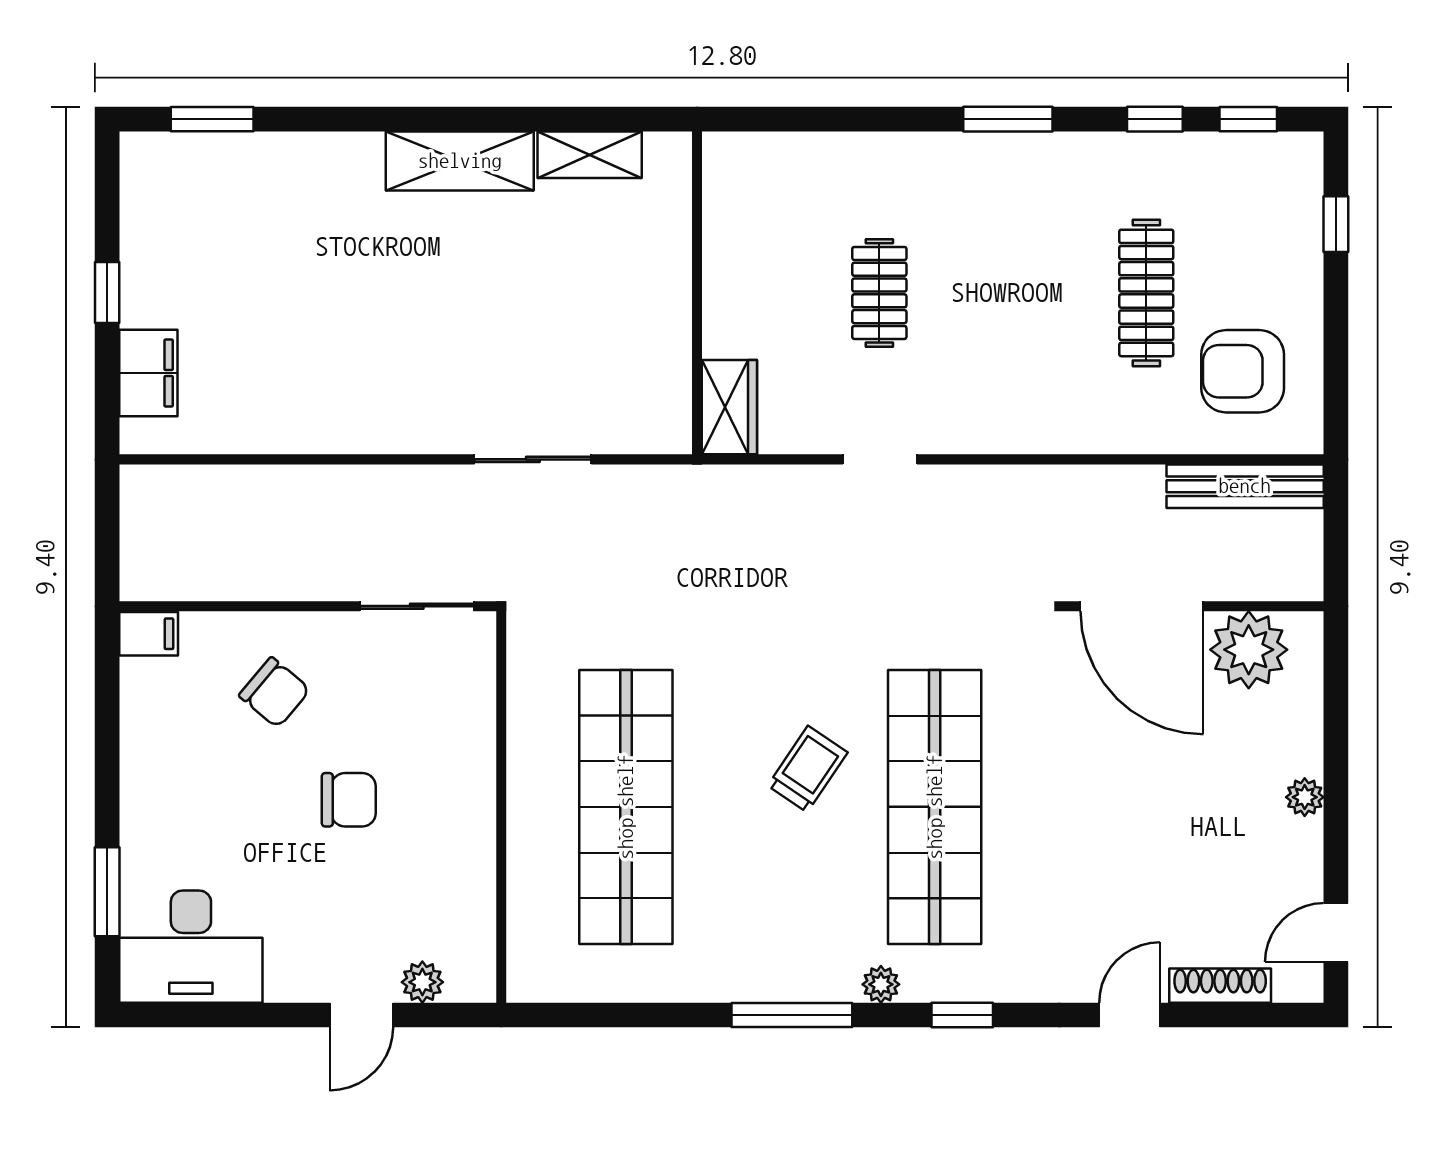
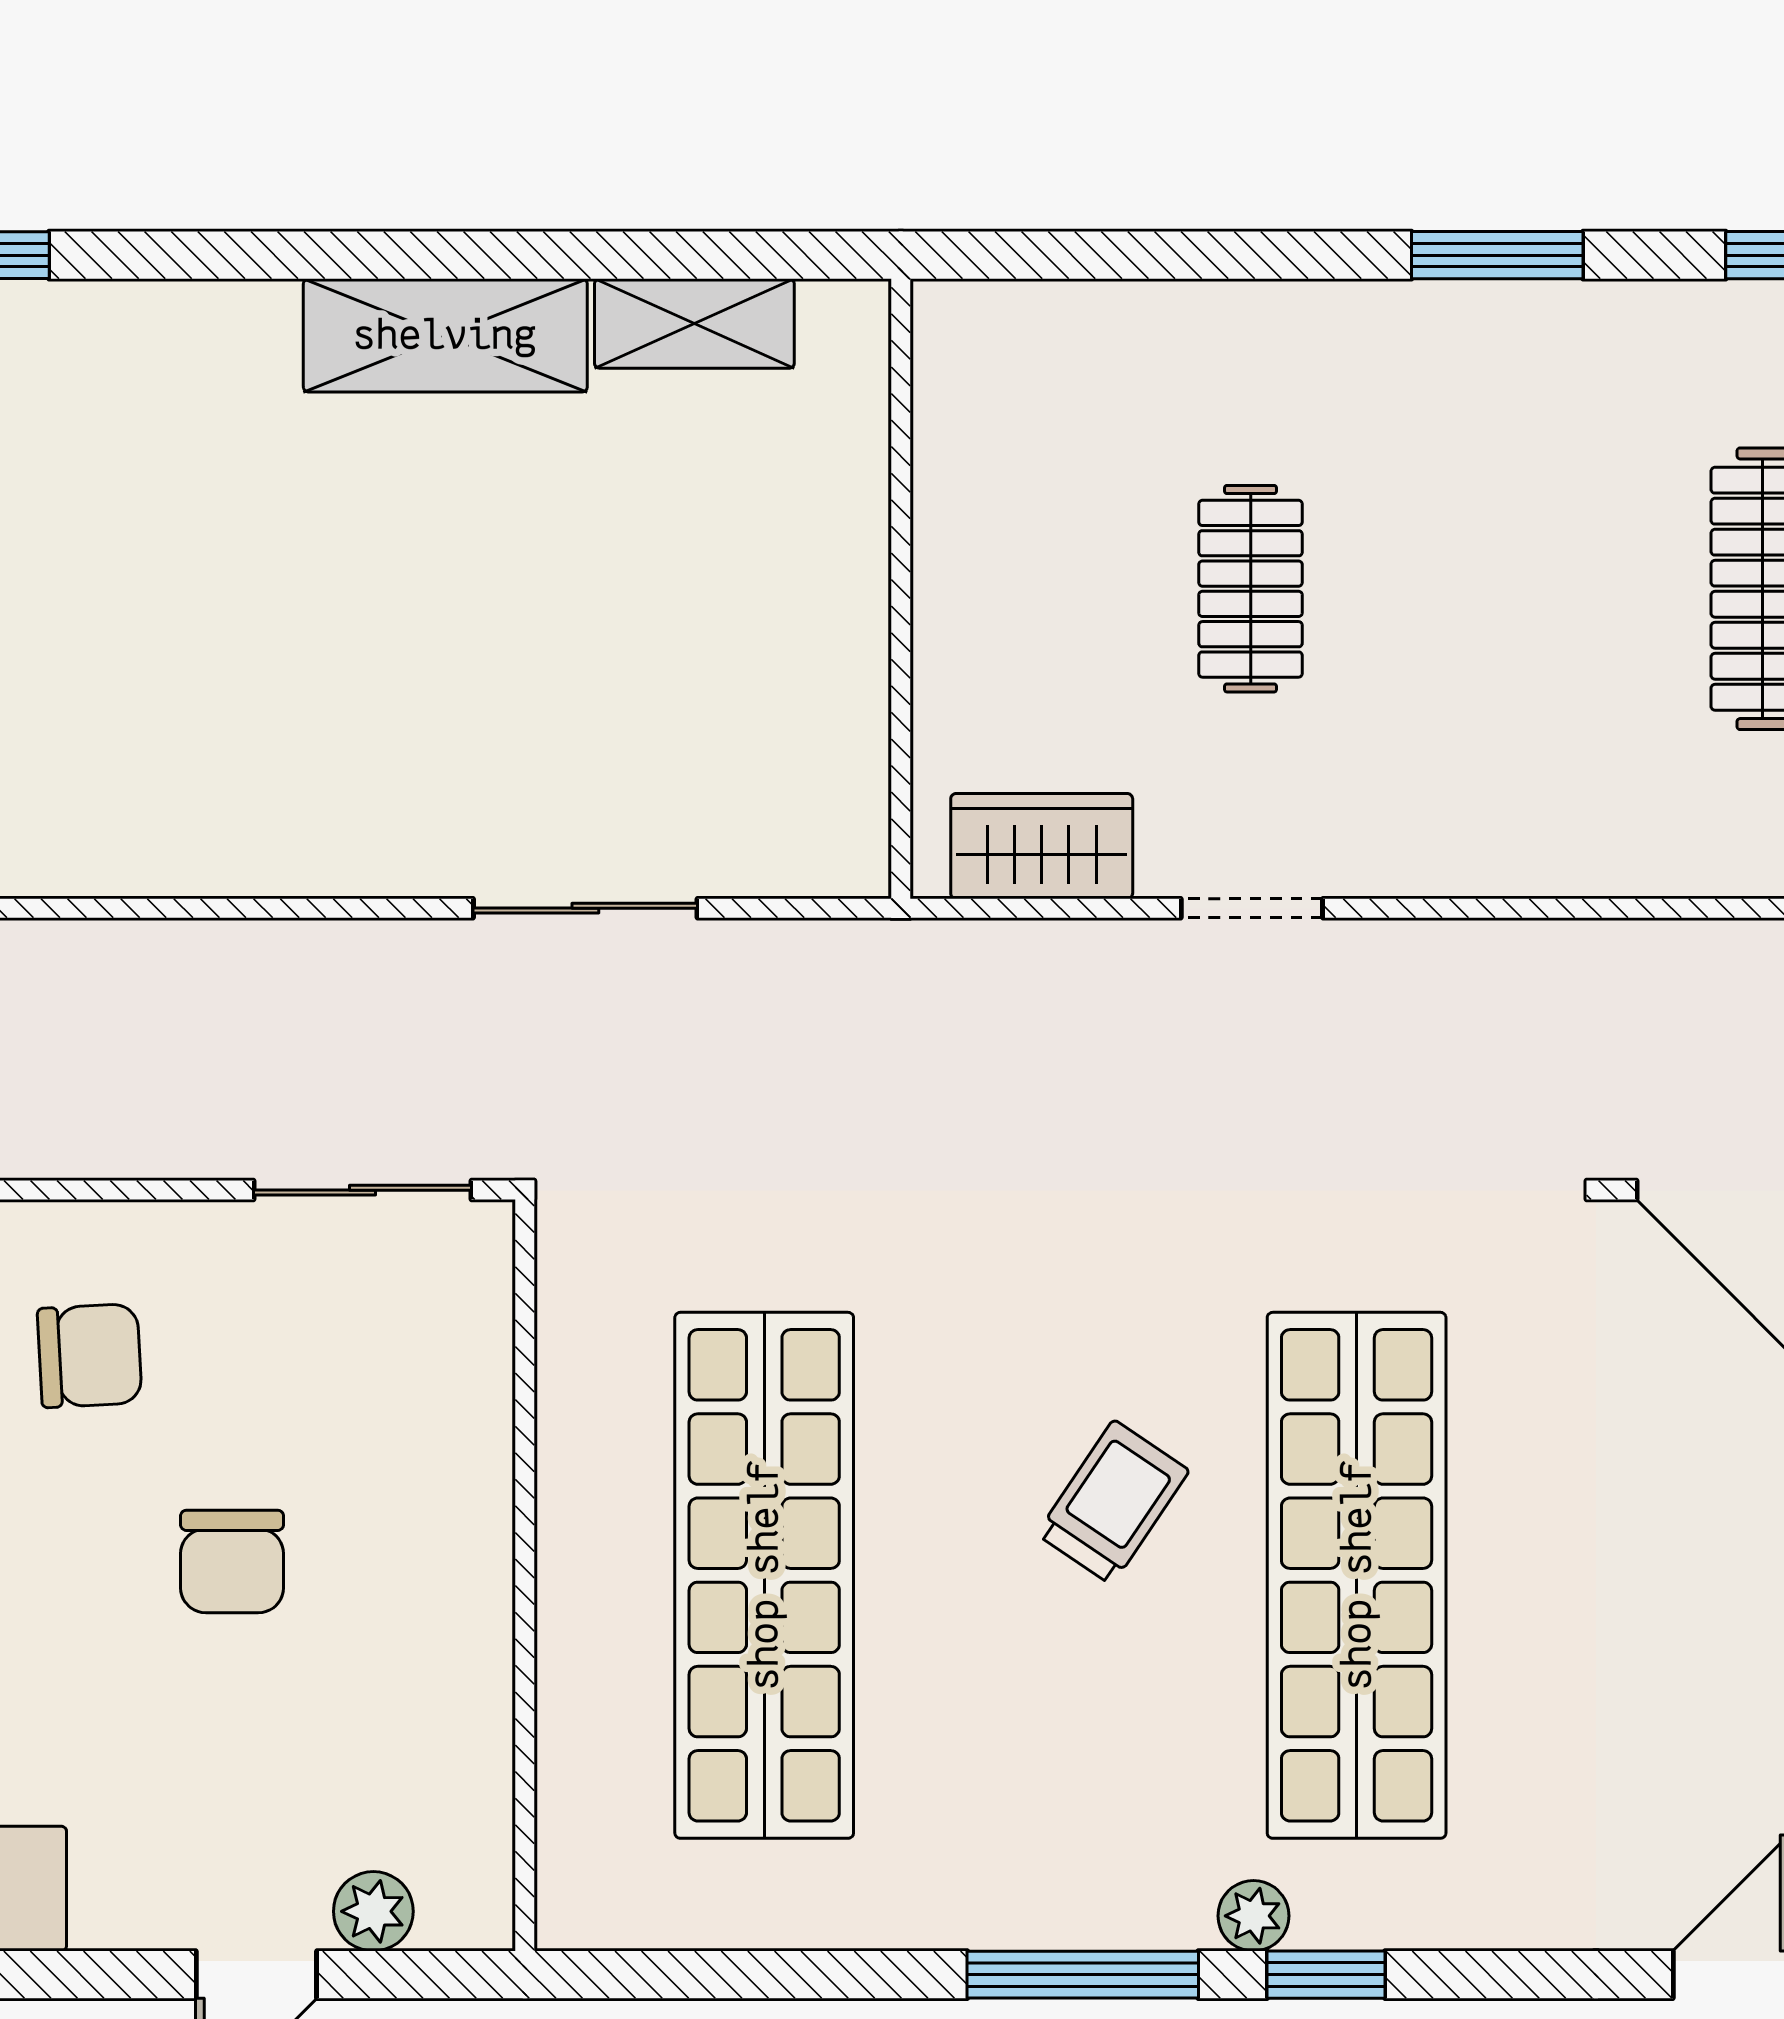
wardrobe: (729, 407) -> (1042, 846), moved, turned -90
chair: (275, 693) -> (90, 1356), turned -43
chair: (349, 800) -> (232, 1561), turned 90
window: (962, 1015) -> (1326, 1975), moved

